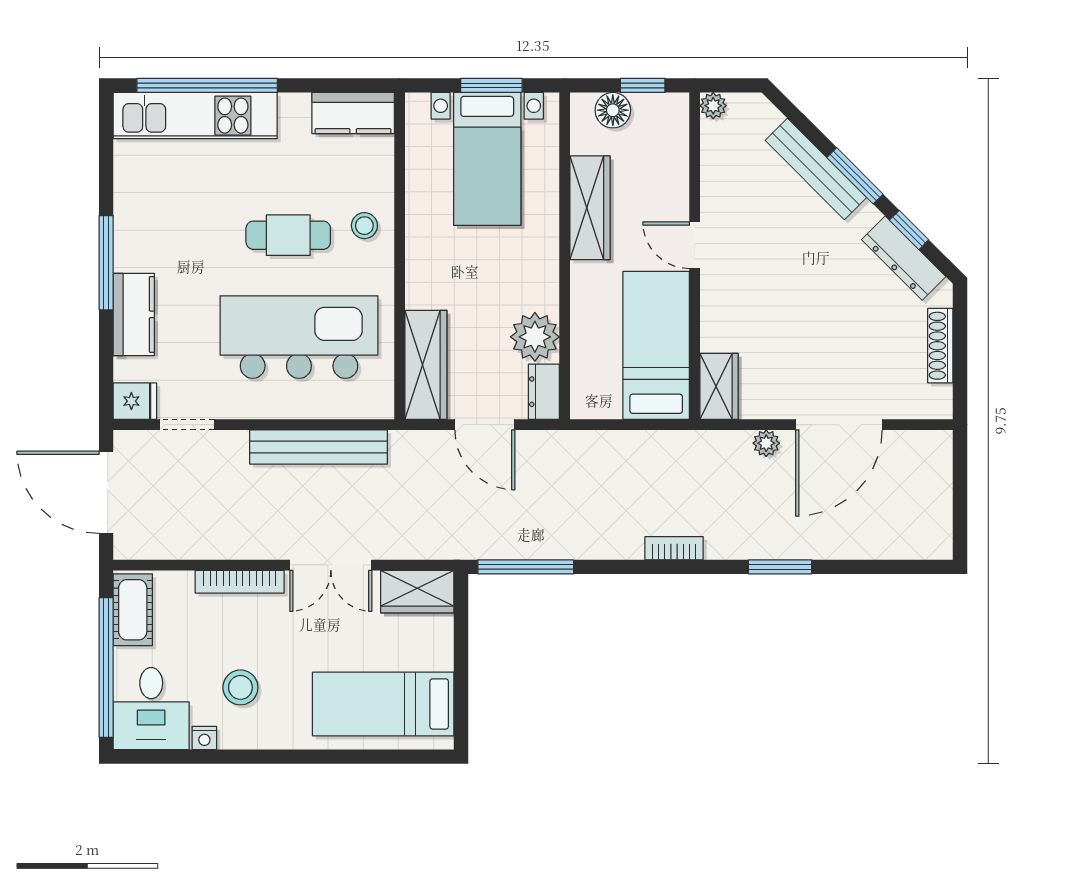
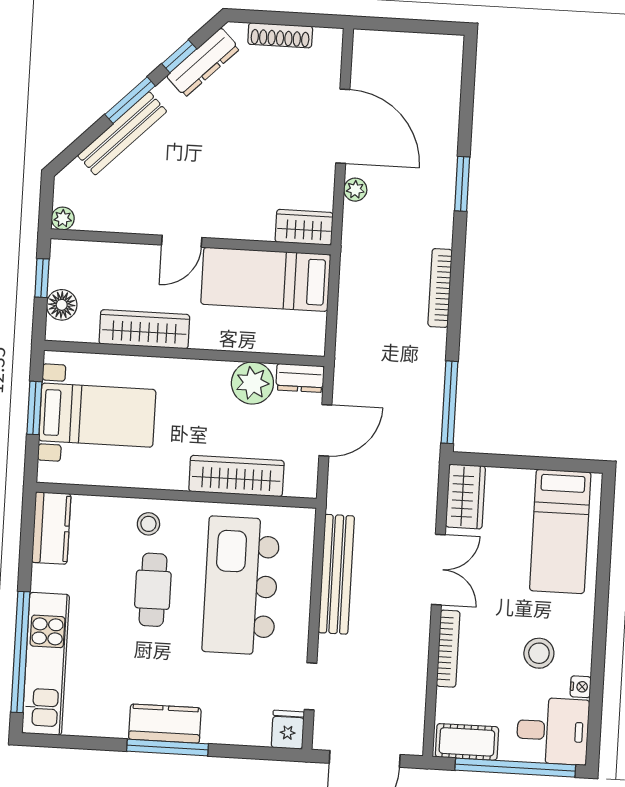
kitchen counter: (134, 314) -> (165, 724), moved
wardrobe: (426, 365) -> (236, 476), moved
bookcase: (674, 548) -> (440, 288), width x1.56

